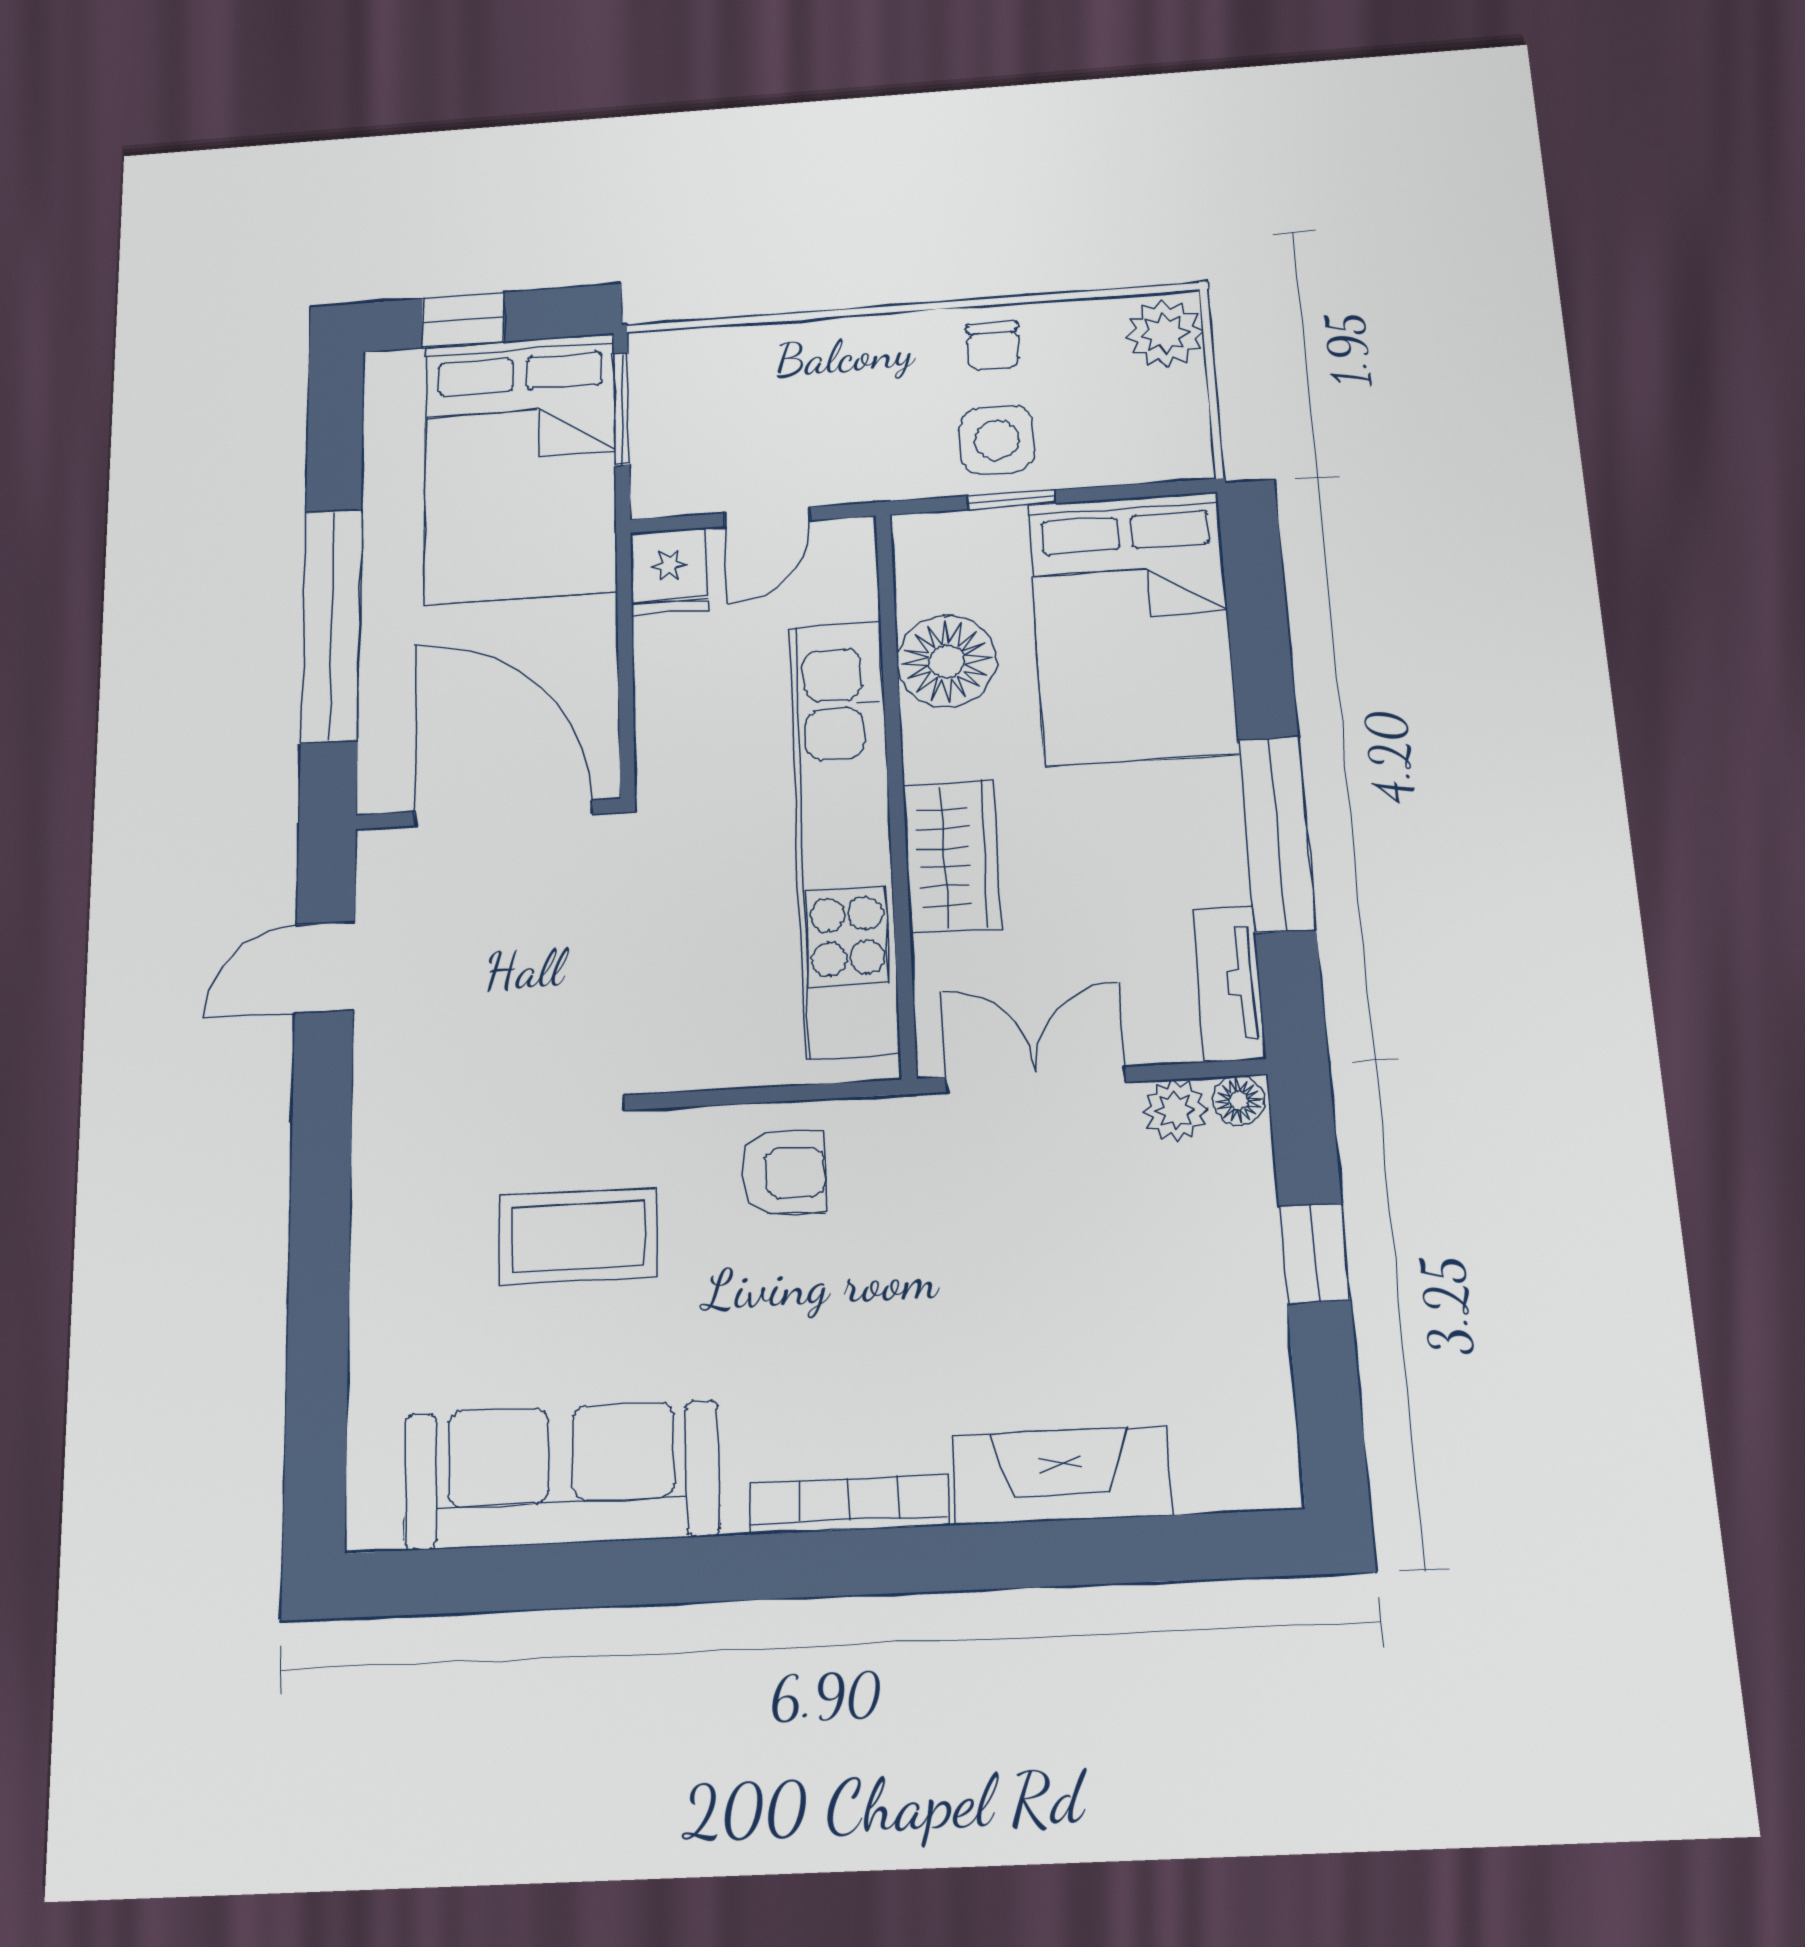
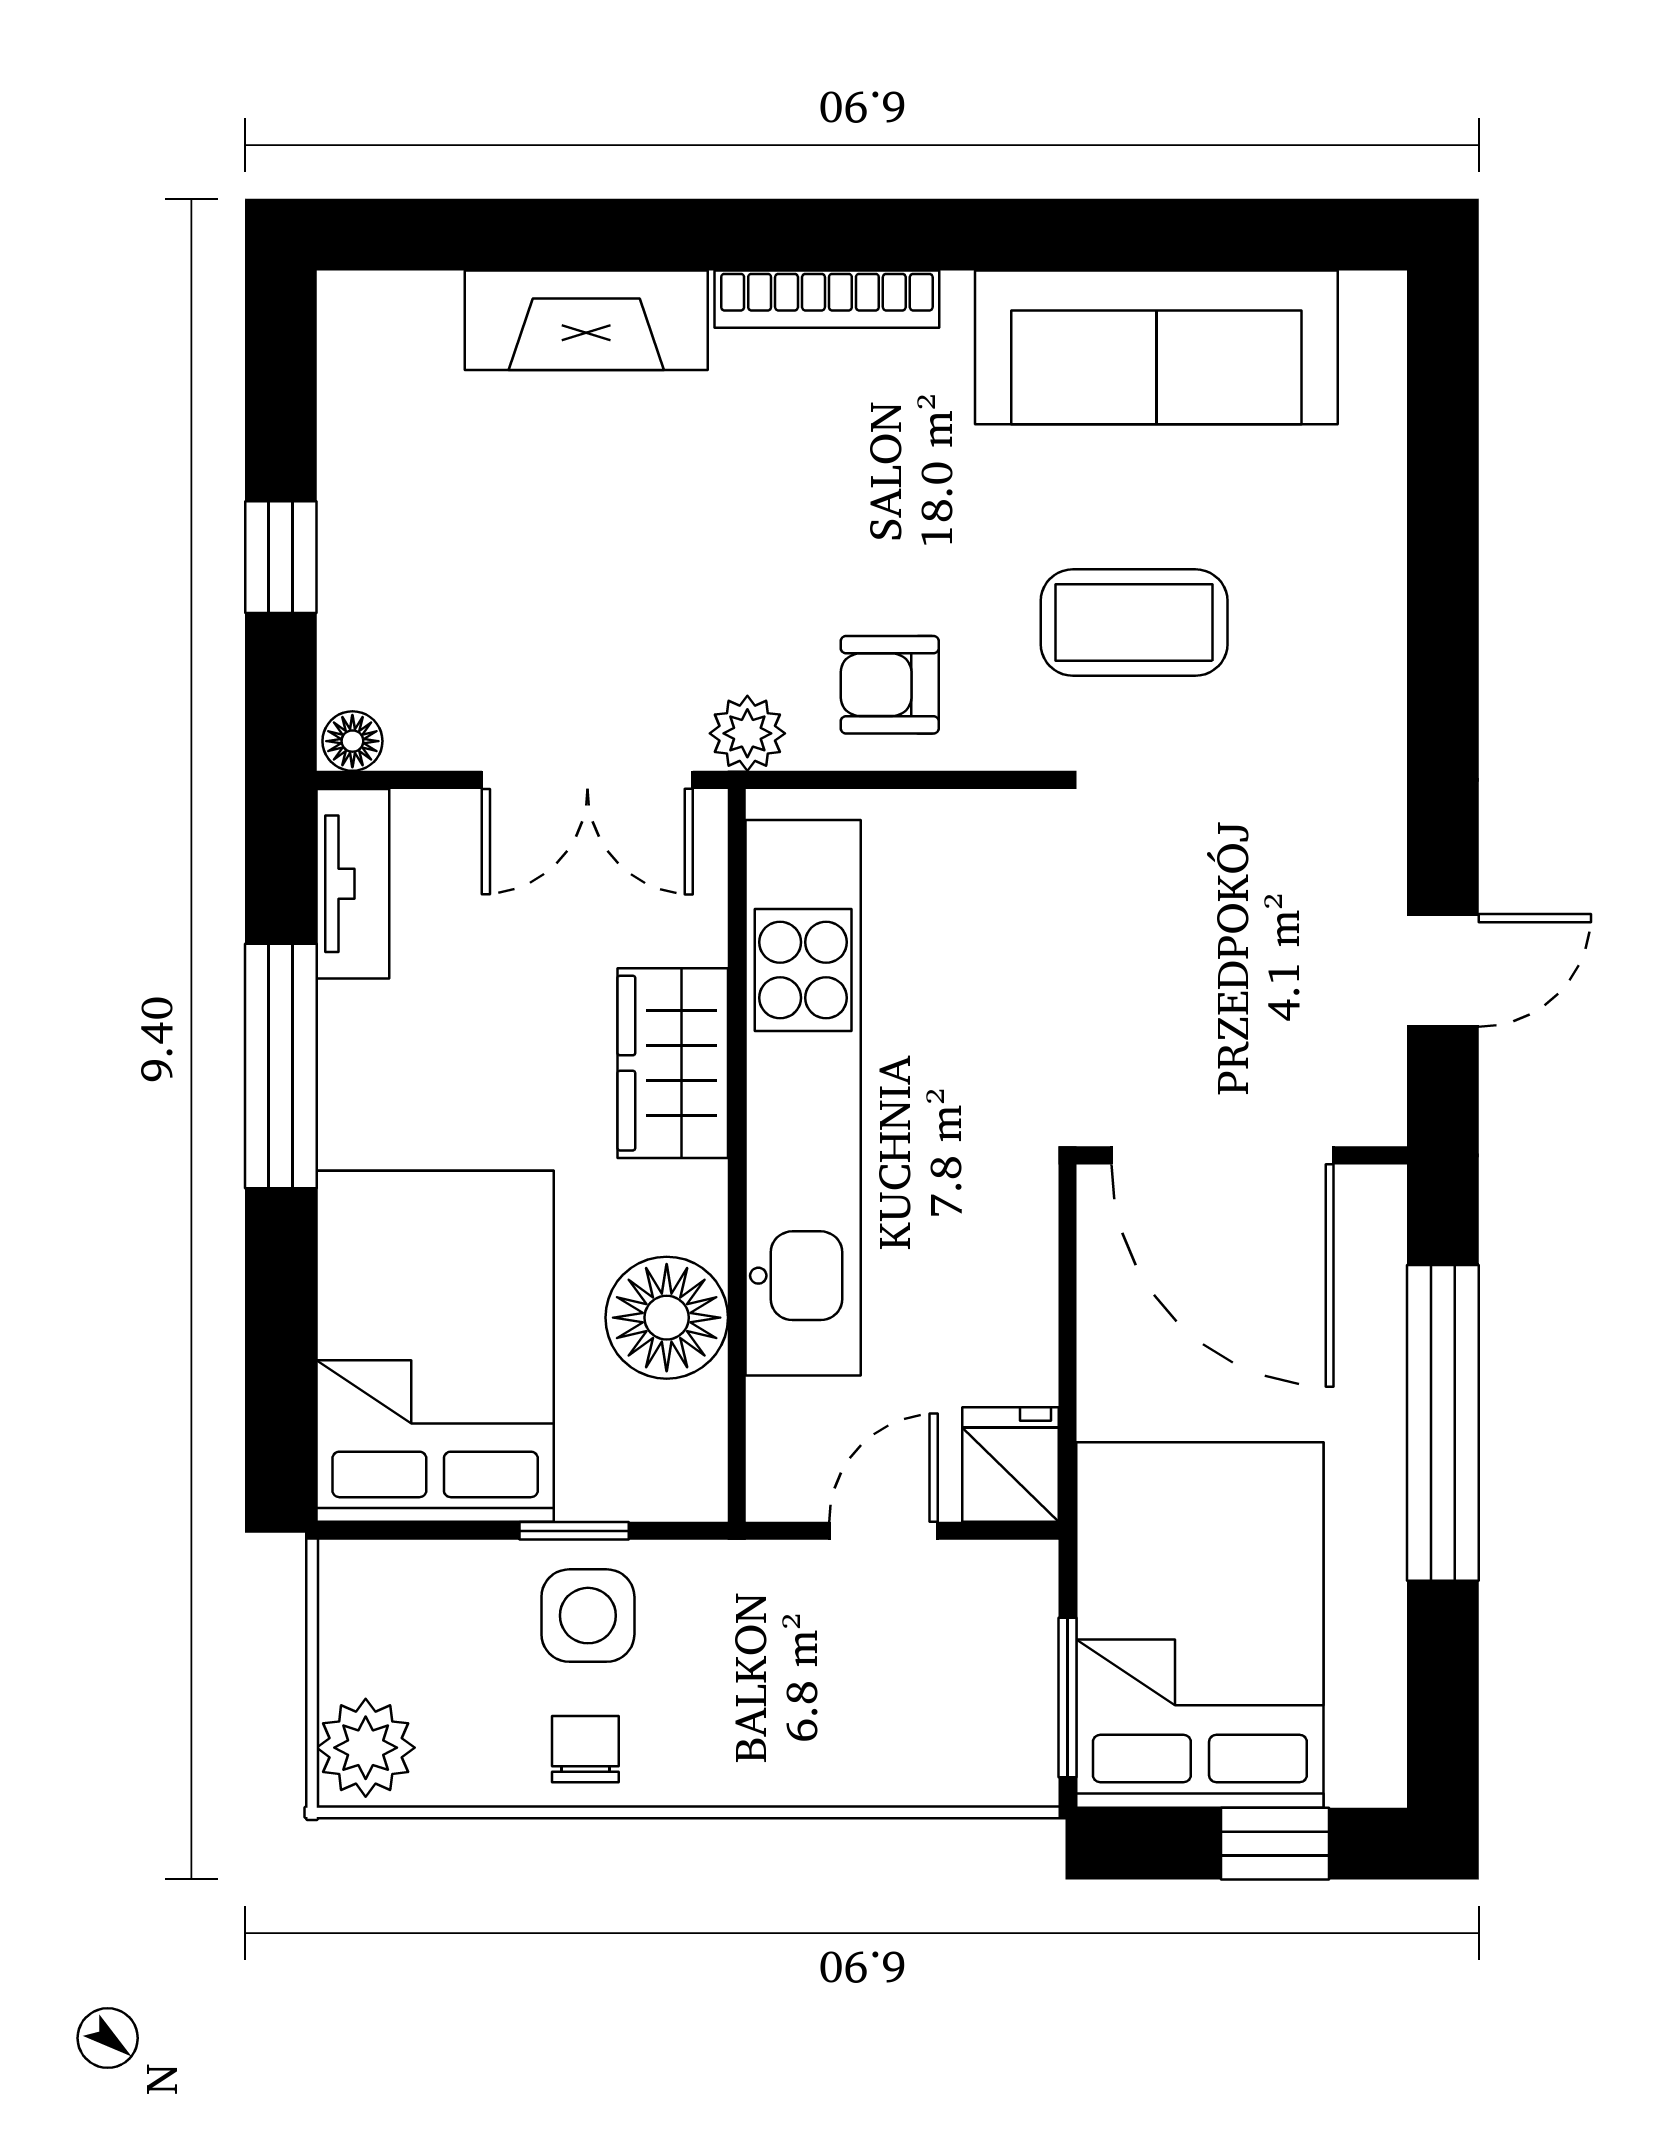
plant: (1175, 1111) -> (747, 733), moved

